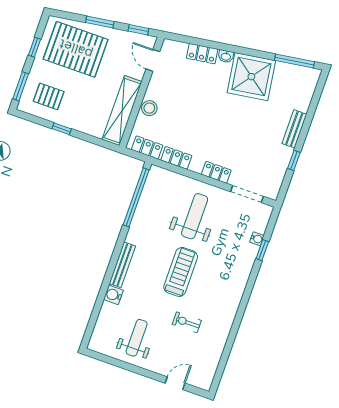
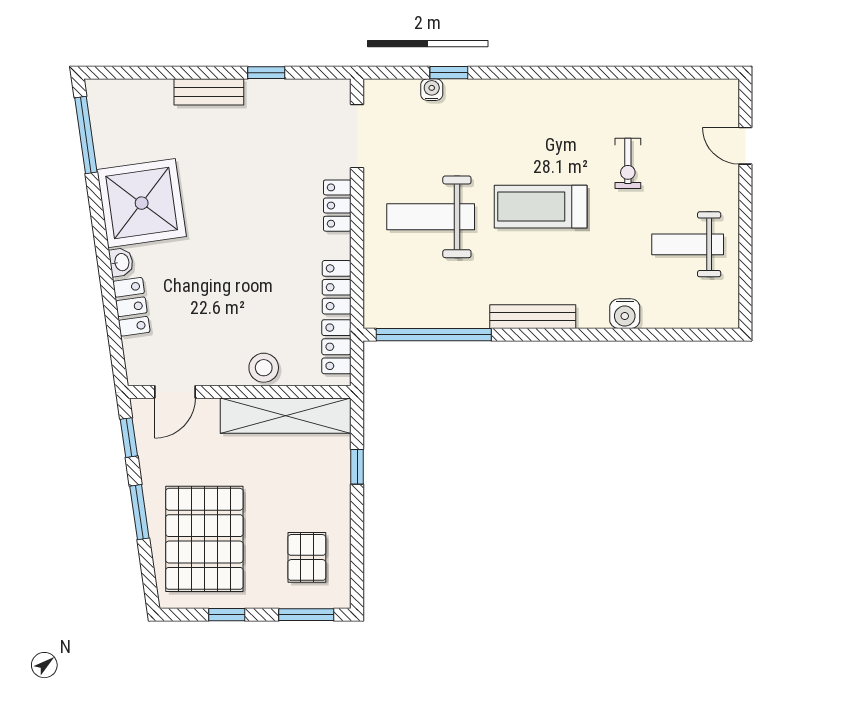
window: (62, 129) -> (357, 467), moved
bench: (122, 265) -> (533, 317), moved

